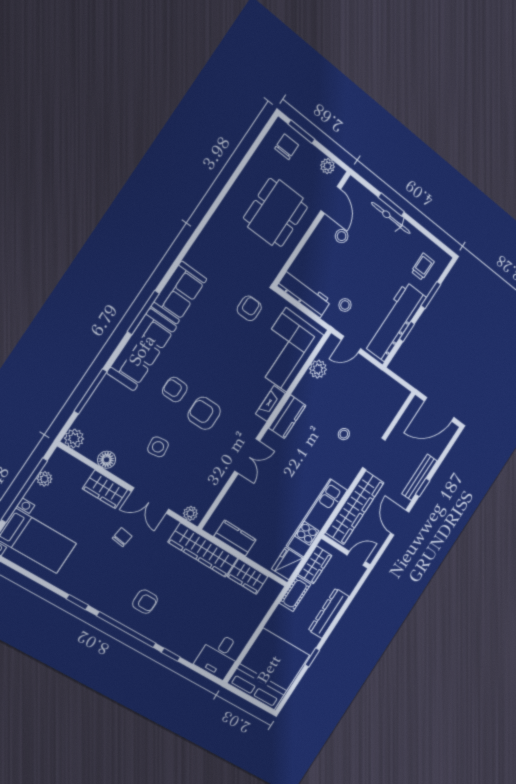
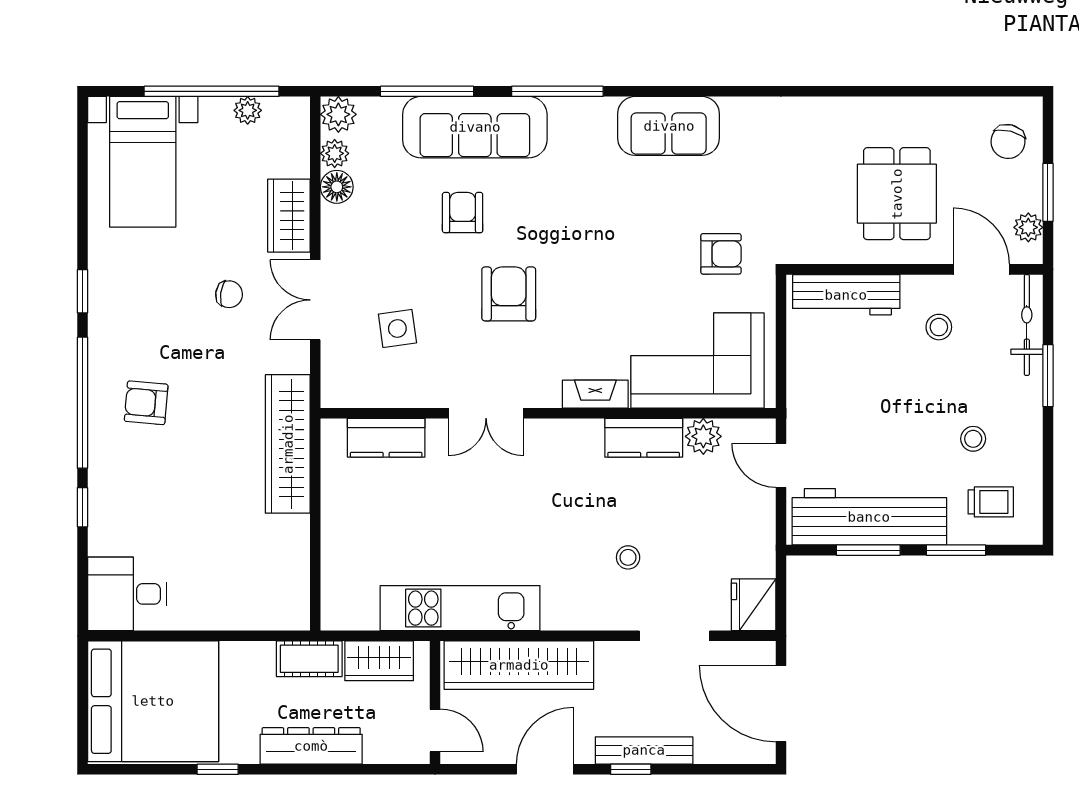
window: (301, 132) -> (1048, 192), moved
chair: (287, 147) -> (1008, 142), turned 104
door: (331, 200) -> (981, 269), swing flipped
dining table: (276, 213) -> (897, 194), width x0.73
bicycle: (391, 218) -> (1027, 325), moved
workbench: (304, 294) -> (846, 295), moved, turned 90
stool: (345, 305) -> (973, 439), moved
window: (143, 313) -> (557, 91), moved
window: (407, 332) -> (868, 550), width x1.50
sofa: (142, 350) -> (475, 127), moved
armchair: (175, 390) -> (463, 213), moved
kitchen counter: (287, 417) -> (644, 438), moved
side table: (158, 447) -> (397, 328), moved
doorway: (374, 454) -> (675, 636), moved
plant: (190, 513) -> (335, 153), moved
kitchen counter: (235, 538) -> (386, 438), moved, turned 90
fridge: (287, 564) -> (754, 605), moved, turned -90
wardrobe: (248, 576) -> (289, 552), removed
armchair: (145, 602) -> (146, 403), turned 95

